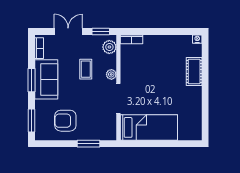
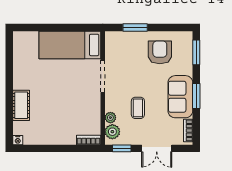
plant: (111, 74) -> (110, 118), moved
armchair: (65, 121) -> (160, 52), turned -90

